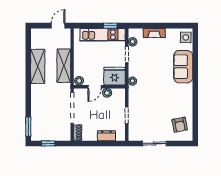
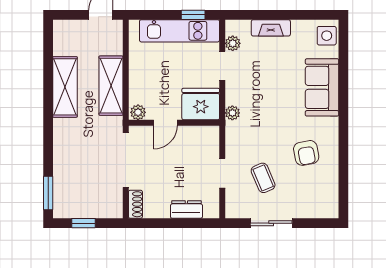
plant: (107, 93) -> (187, 134), removed
coffee table: (150, 118) -> (263, 178), added
armchair: (180, 125) -> (306, 153), moved

